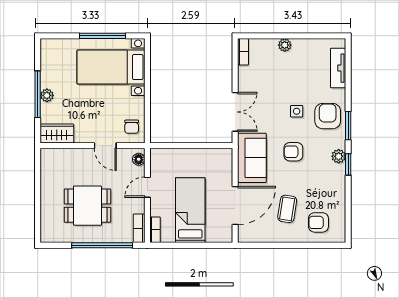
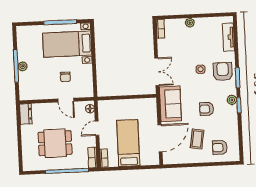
chair: (132, 127) -> (65, 77), moved
wardrobe: (57, 133) -> (31, 93), removed
armchair: (293, 152) -> (207, 109), moved
dresser: (48, 163) -> (26, 114), added

